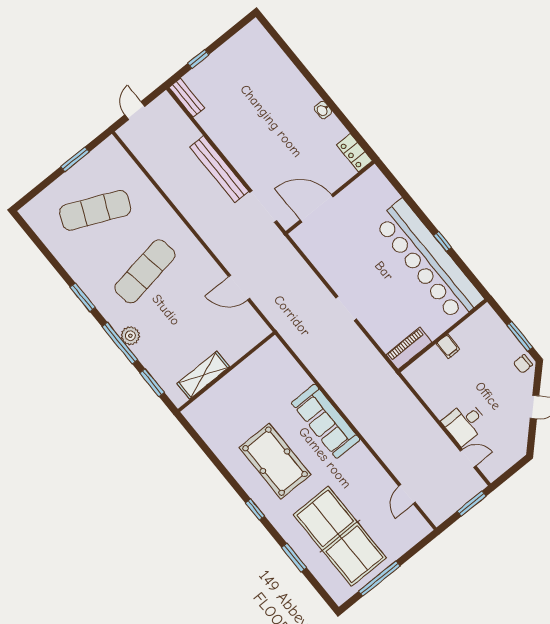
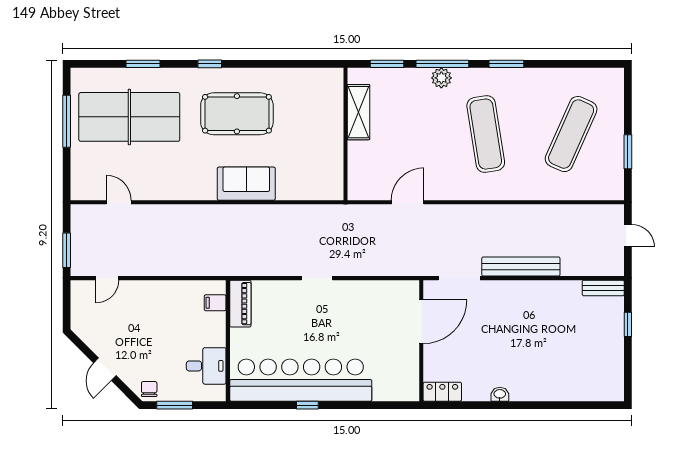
filing cabinet: (448, 346) -> (215, 303), moved
sofa: (326, 421) -> (246, 184), width x0.73
desk: (465, 423) -> (206, 366), moved, turned 90

